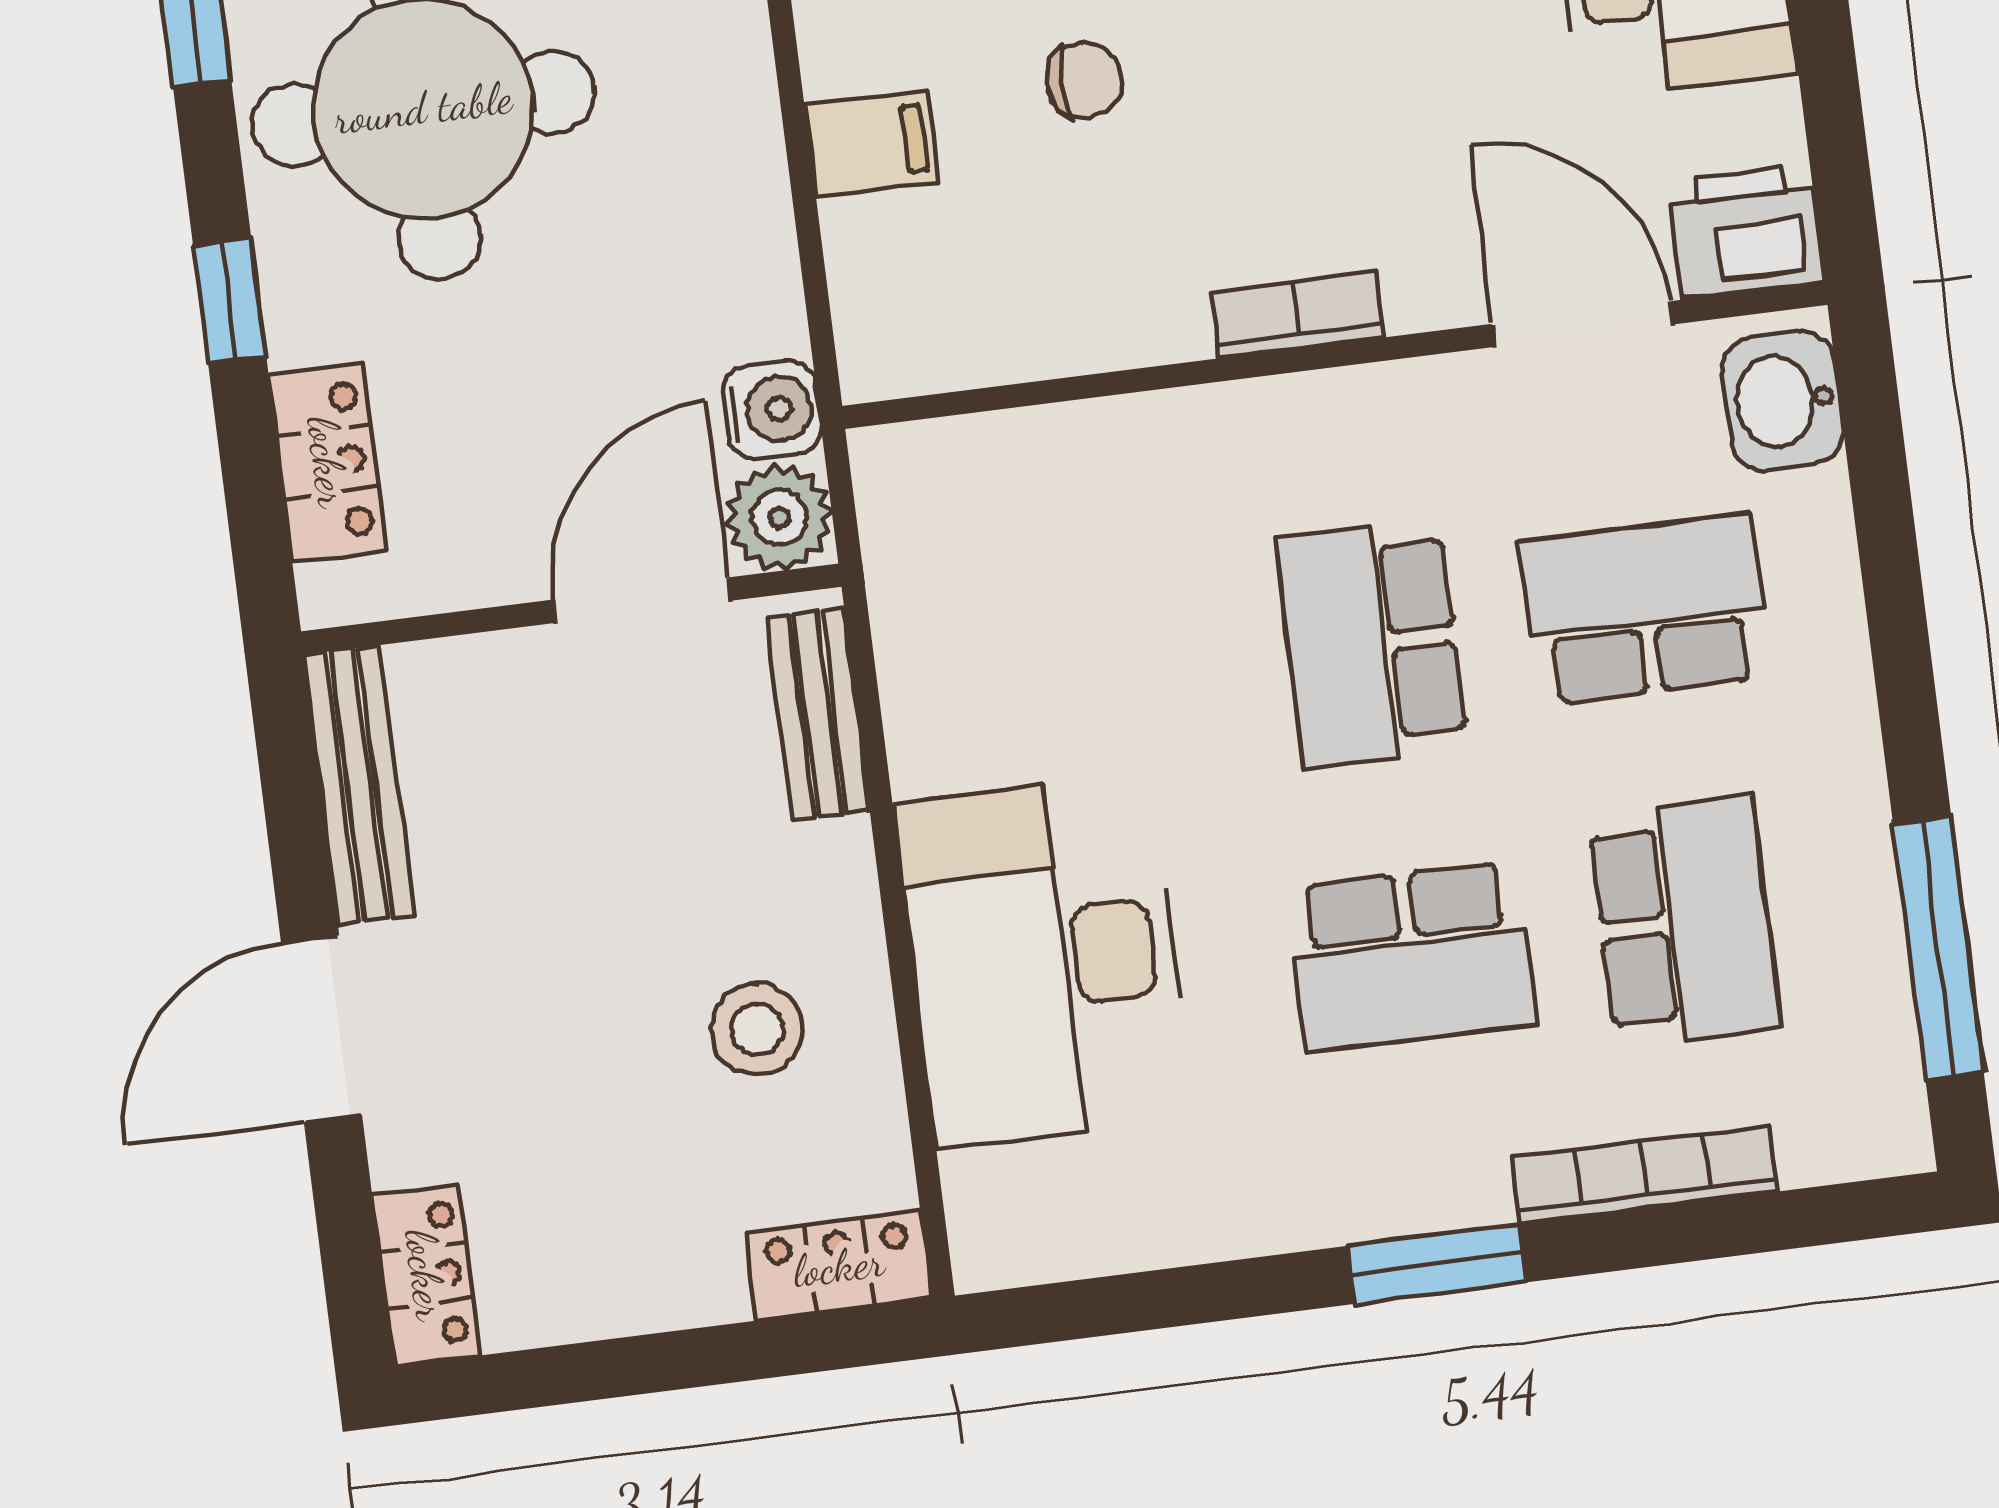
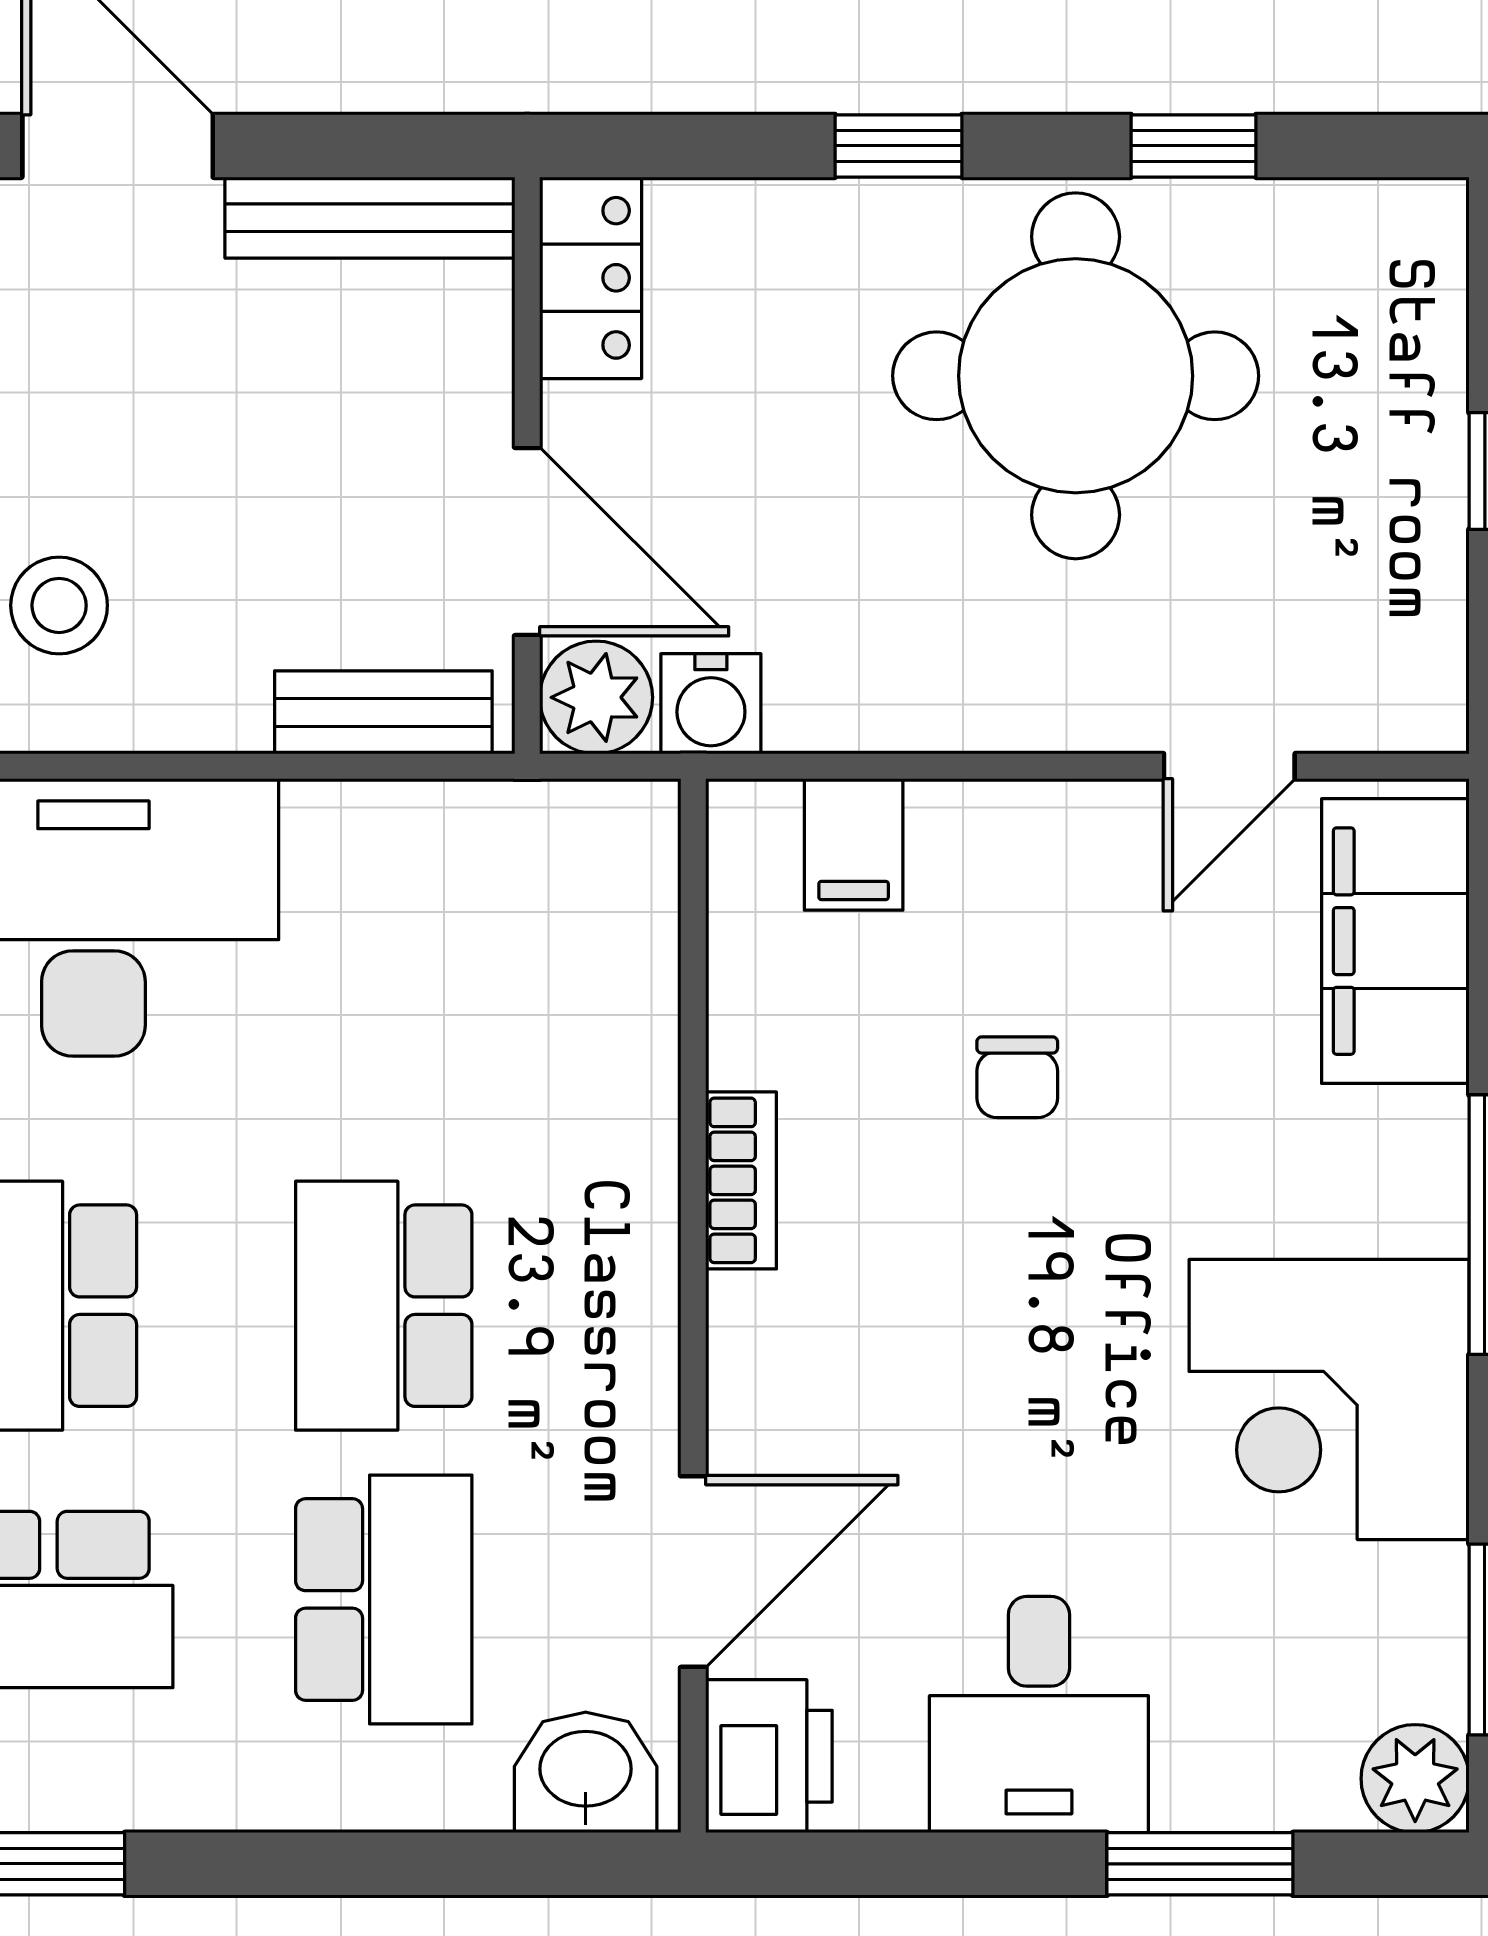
filing cabinet: (871, 143) -> (854, 844), moved
bookcase: (1297, 315) -> (741, 1180), moved
locker: (328, 462) -> (591, 278), moved, turned -90
school desk: (1371, 644) -> (384, 1306), turned -90

